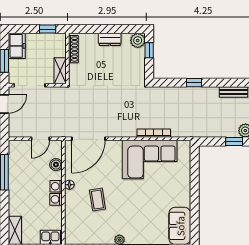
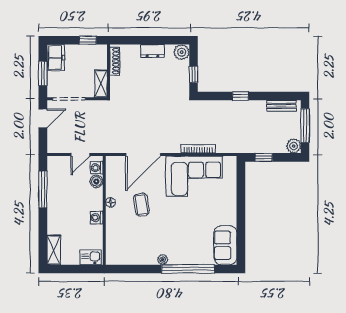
window: (149, 50) -> (193, 74), moved
door: (88, 139) -> (143, 155), moved
window: (234, 142) -> (264, 157), moved
washing machine: (56, 186) -> (97, 168), moved
coffee table: (97, 200) -> (141, 205), moved

